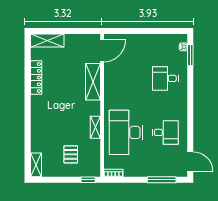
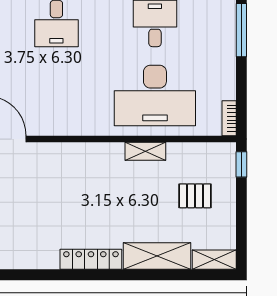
locker: (36, 78) -> (91, 259), moved
shelving: (93, 82) -> (157, 256), moved

